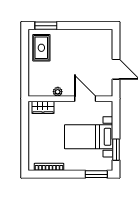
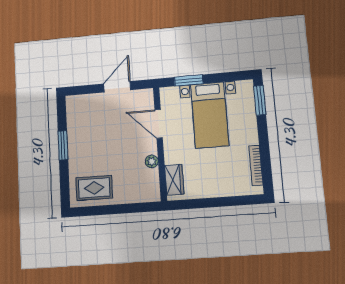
window: (46, 26) -> (63, 145), moved
door: (85, 99) -> (159, 124), hinge flipped
window: (116, 150) -> (189, 80), moved

